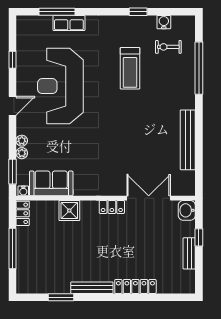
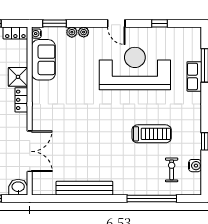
treadmill: (130, 68) -> (152, 134), turned 180
locker: (112, 207) -> (21, 100), moved

